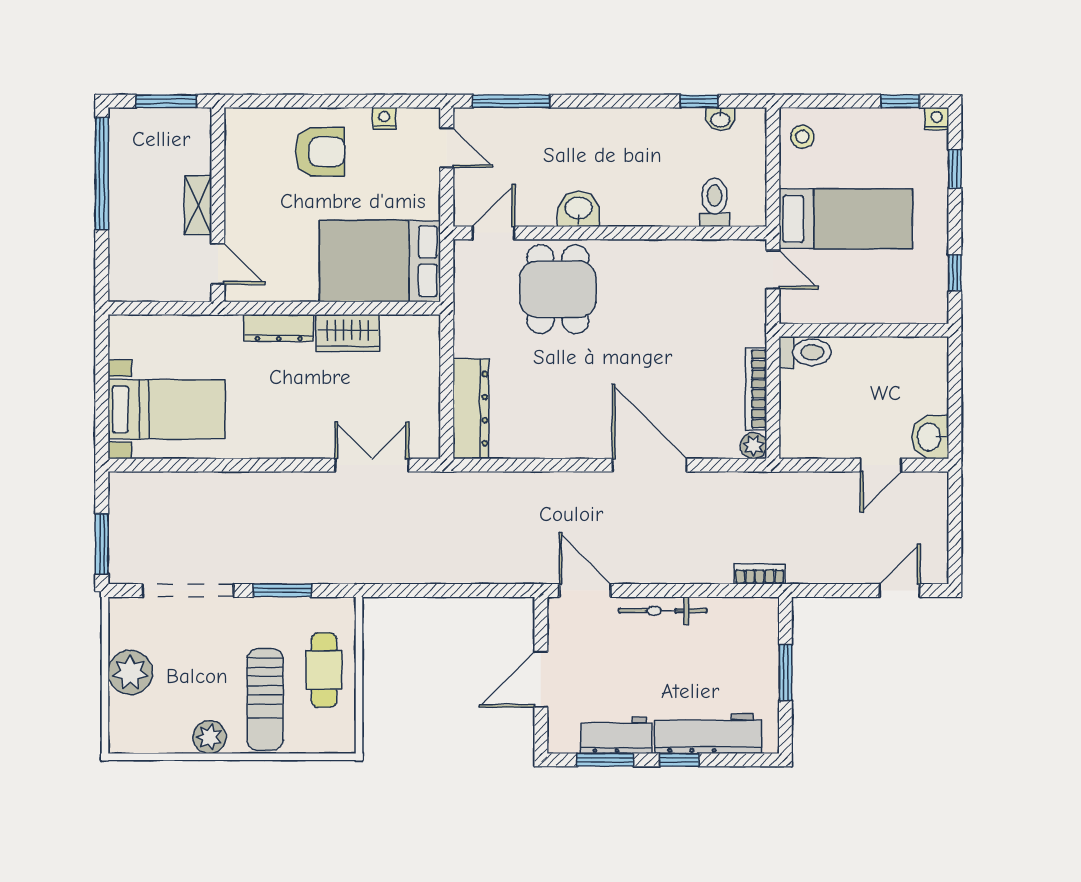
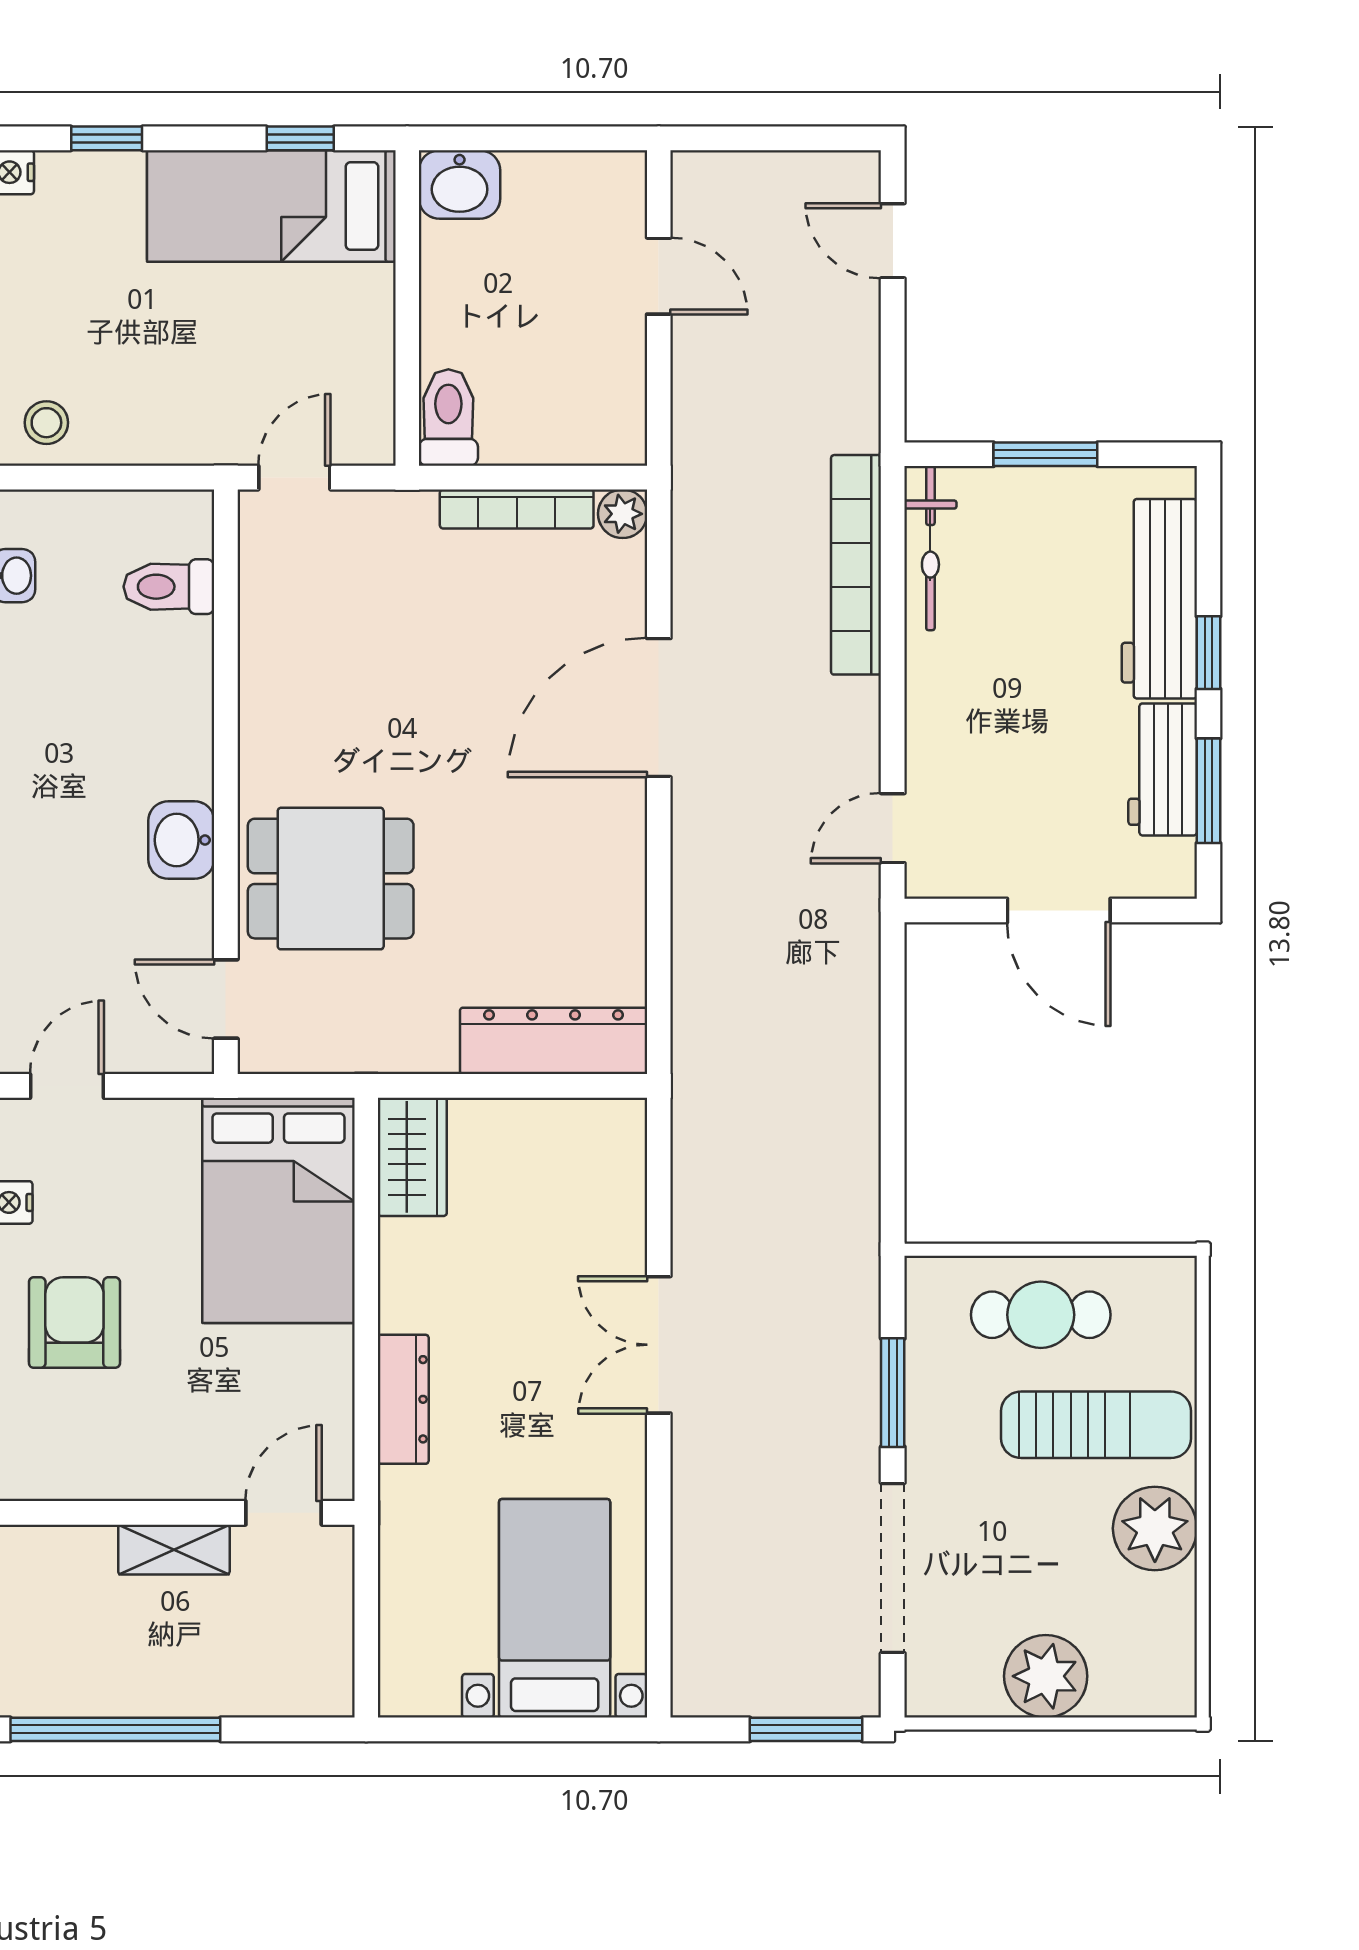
bed: (846, 219) -> (271, 206), moved, turned -90
wardrobe: (348, 333) -> (412, 1157), moved
washbasin: (930, 437) -> (460, 184), moved
double door: (372, 465) -> (659, 1345), moved
bookcase: (760, 574) -> (856, 565), width x2.31, depth x1.31
door: (585, 590) -> (893, 828), width x0.73
bicycle: (663, 611) -> (930, 548), moved
plant: (209, 737) -> (1155, 1528), width x1.36, depth x1.36

